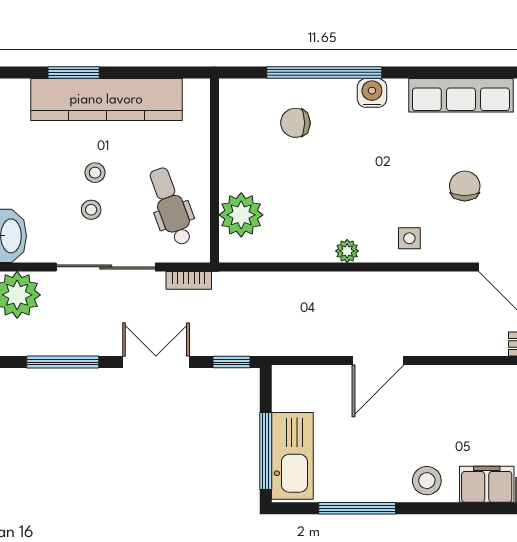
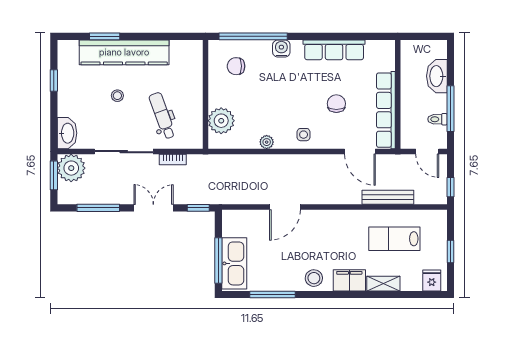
wall: (215, 170) -> (205, 94), moved
stool: (91, 210) -> (115, 118), removed
plant: (241, 215) -> (221, 121), moved

